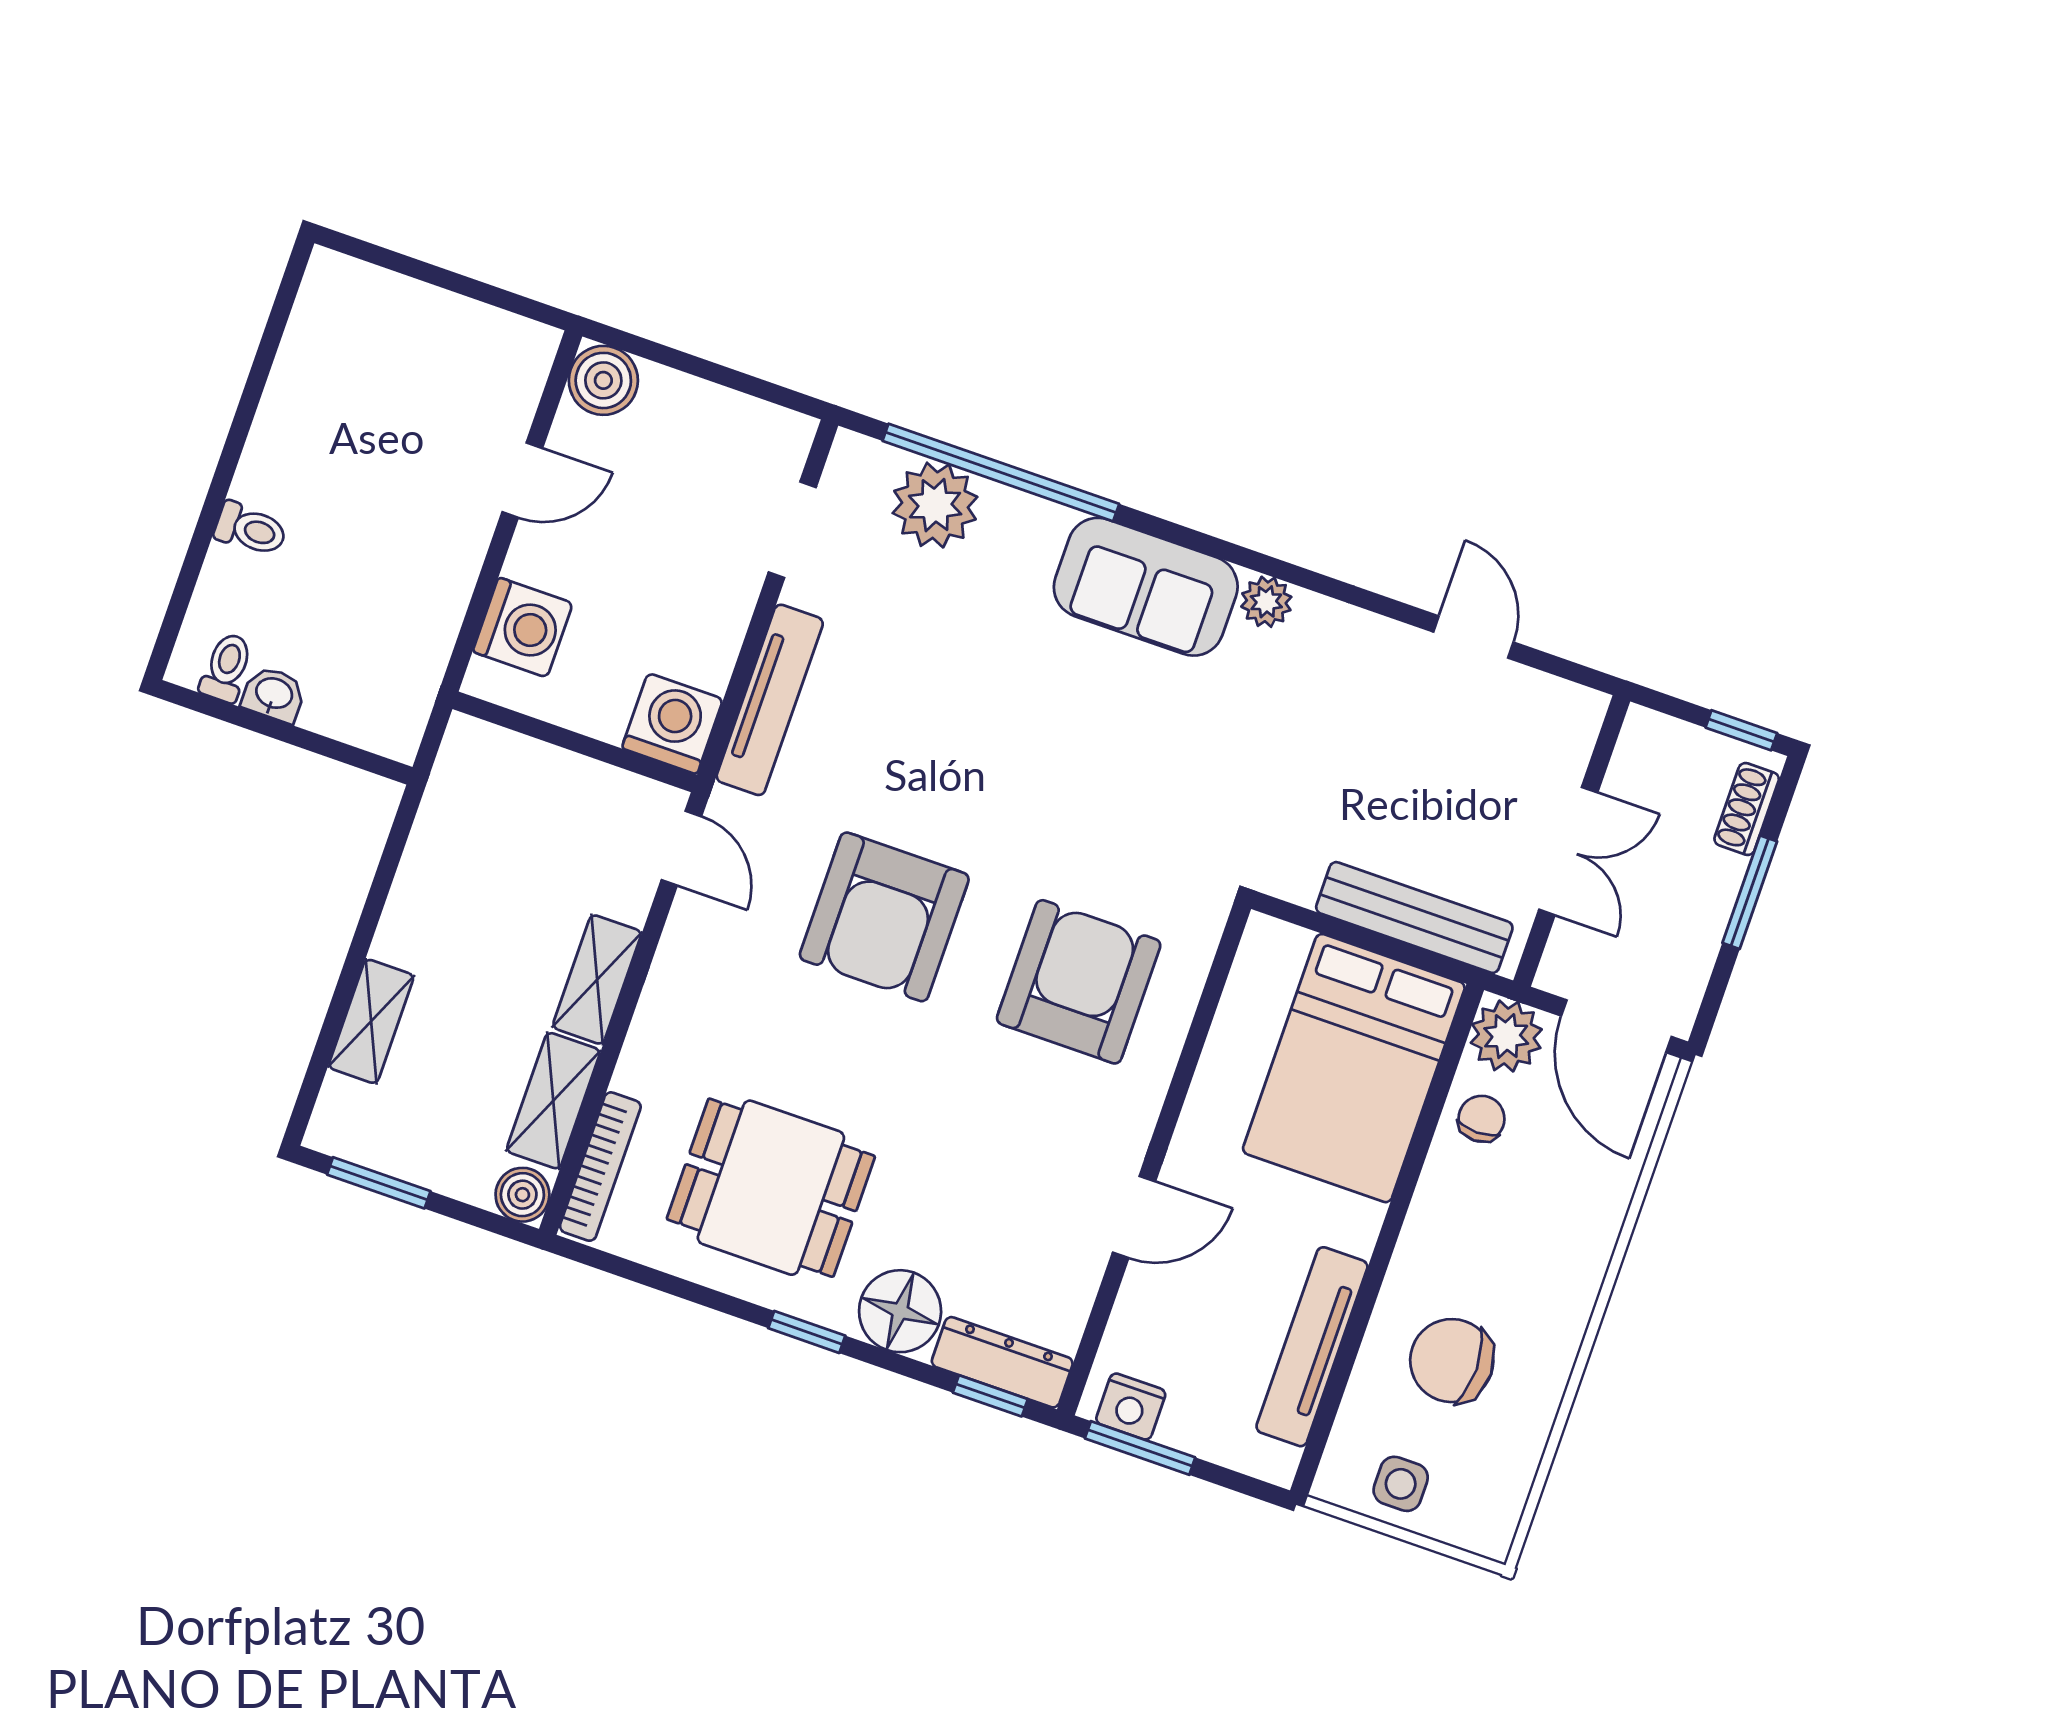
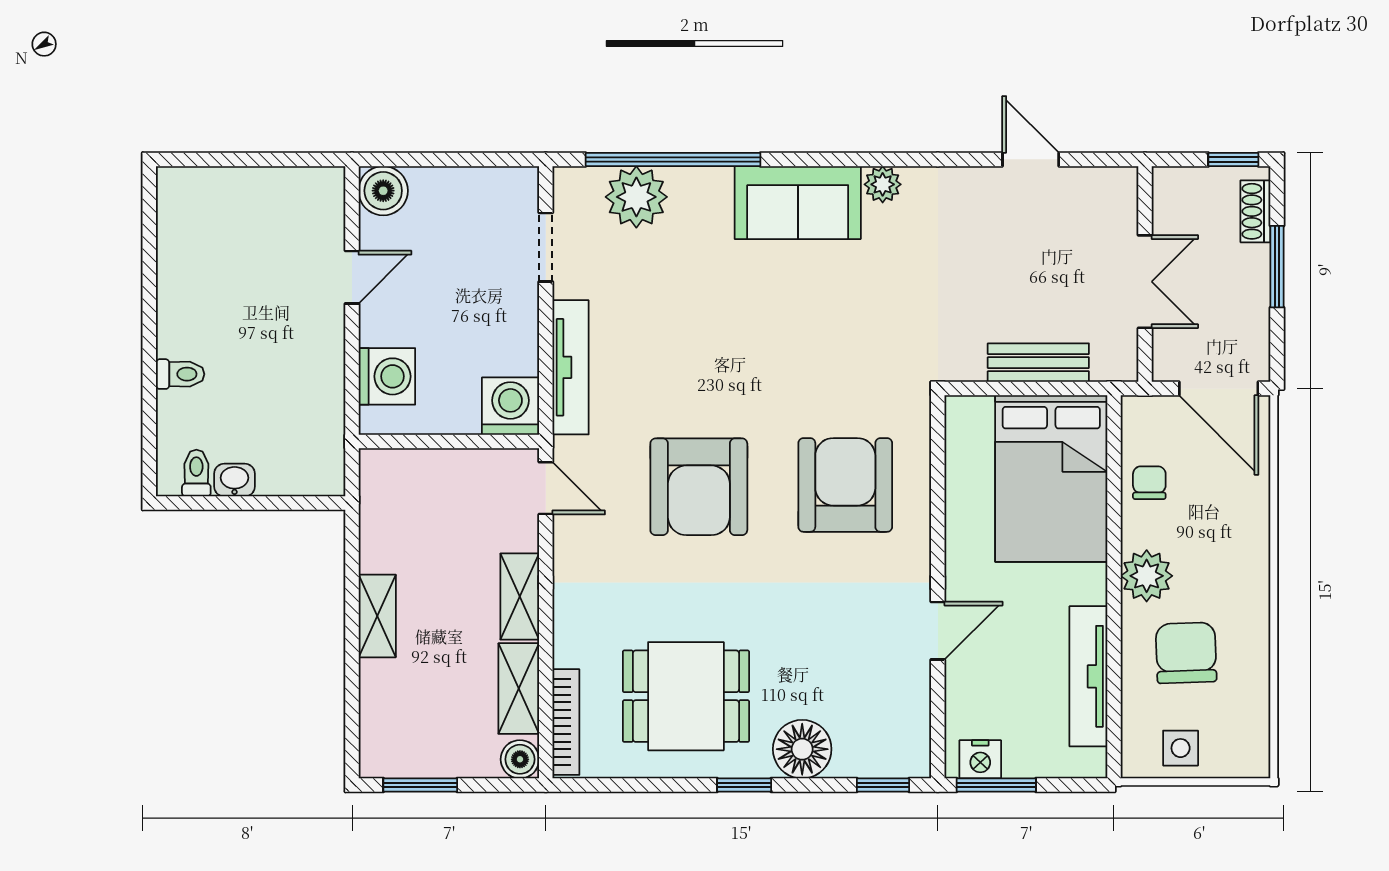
bench: (1414, 917) -> (1038, 363), width x0.73
shelving: (371, 1021) -> (377, 616), moved
plant: (1506, 1036) -> (1147, 576), moved
chair: (1452, 1361) -> (1186, 653), turned 88
dresser: (1002, 1362) -> (883, 760), removed

